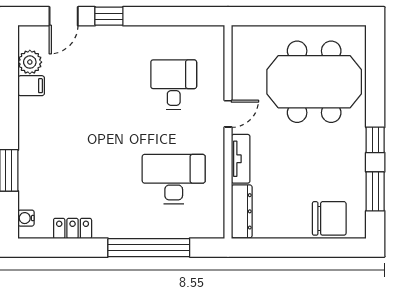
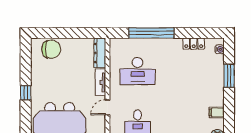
filing cabinet: (31, 86) -> (217, 112), moved
window: (375, 191) -> (26, 64), removed
chair: (329, 218) -> (51, 49), turned 180

